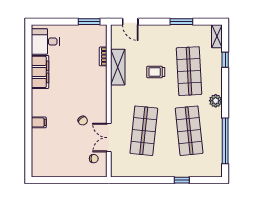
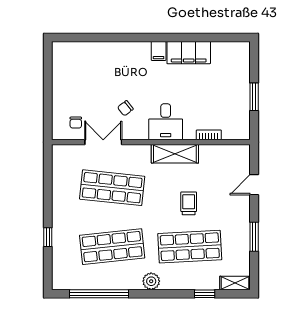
window: (89, 22) -> (254, 97), moved
door: (130, 22) -> (254, 185), moved
desk: (45, 41) -> (166, 122), moved, turned 180
shelving: (118, 67) -> (175, 154), moved
filing cabinet: (39, 122) -> (159, 51), moved

